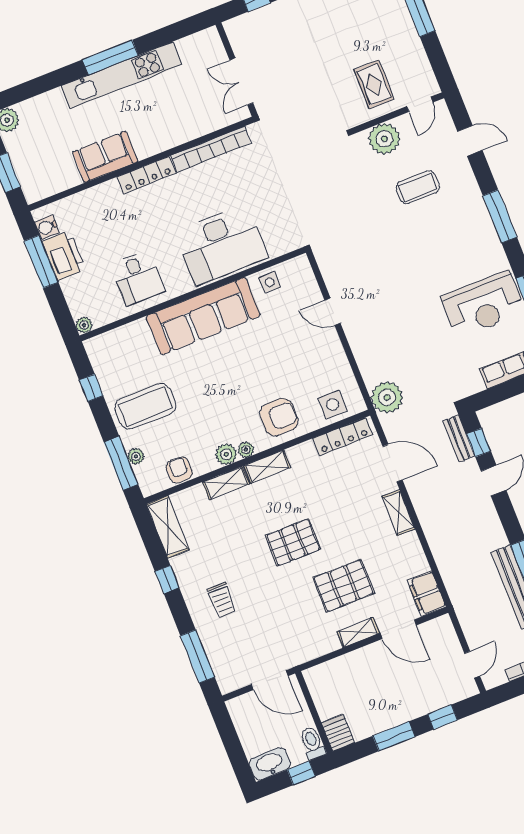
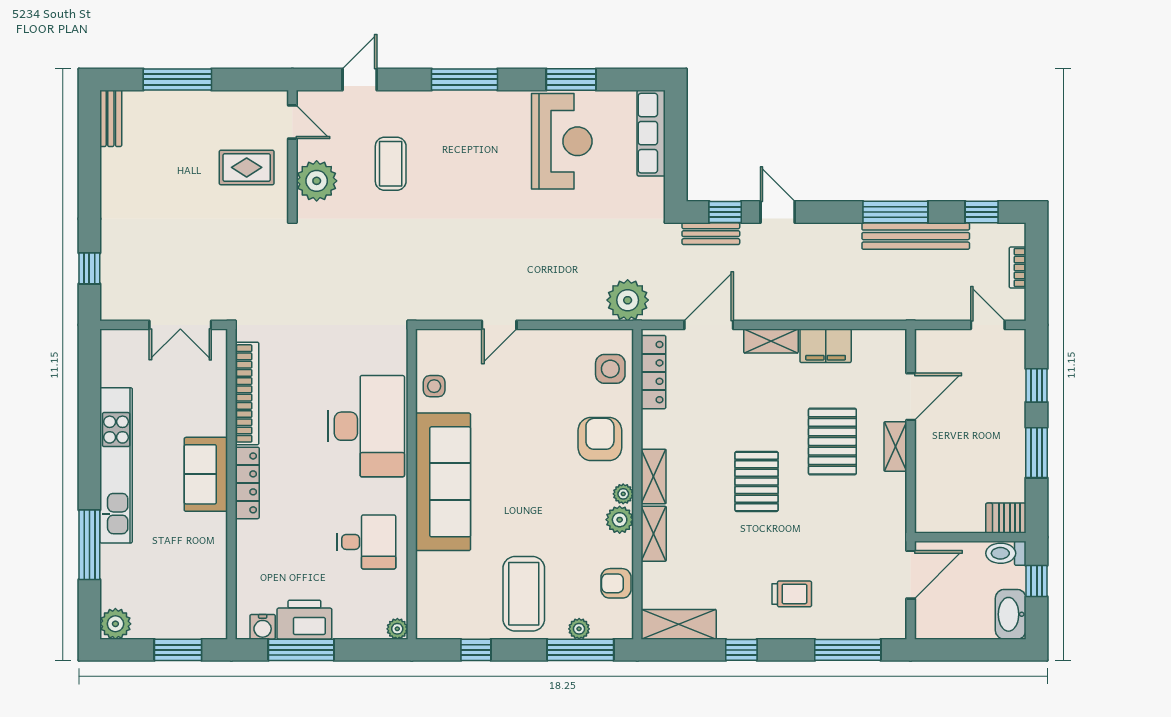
window: (110, 57) -> (89, 545), moved
sofa: (105, 157) -> (206, 474), moved
filing cabinet: (427, 594) -> (826, 346), moved

